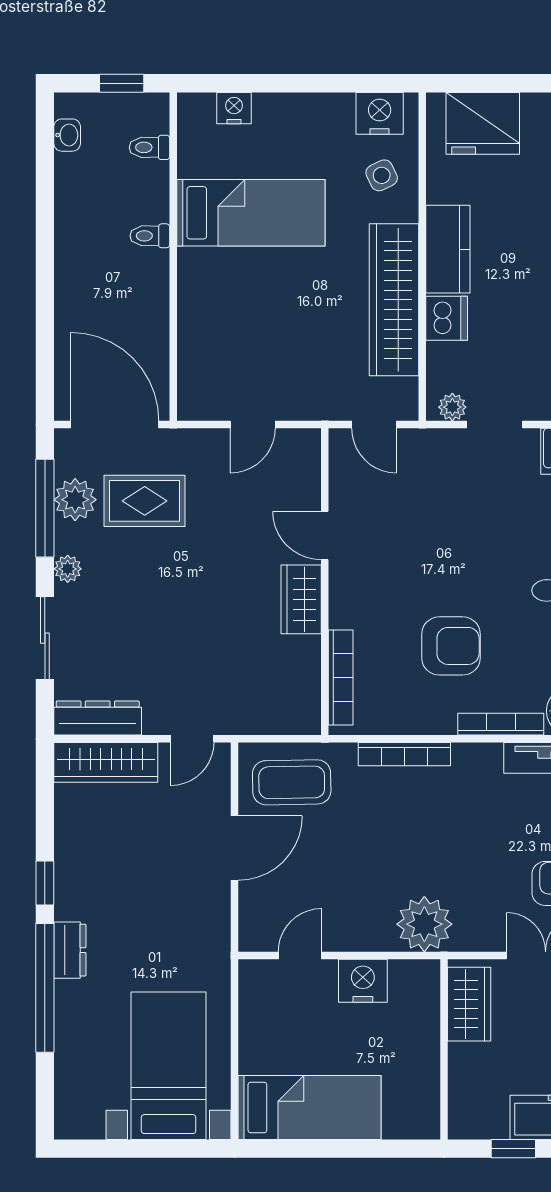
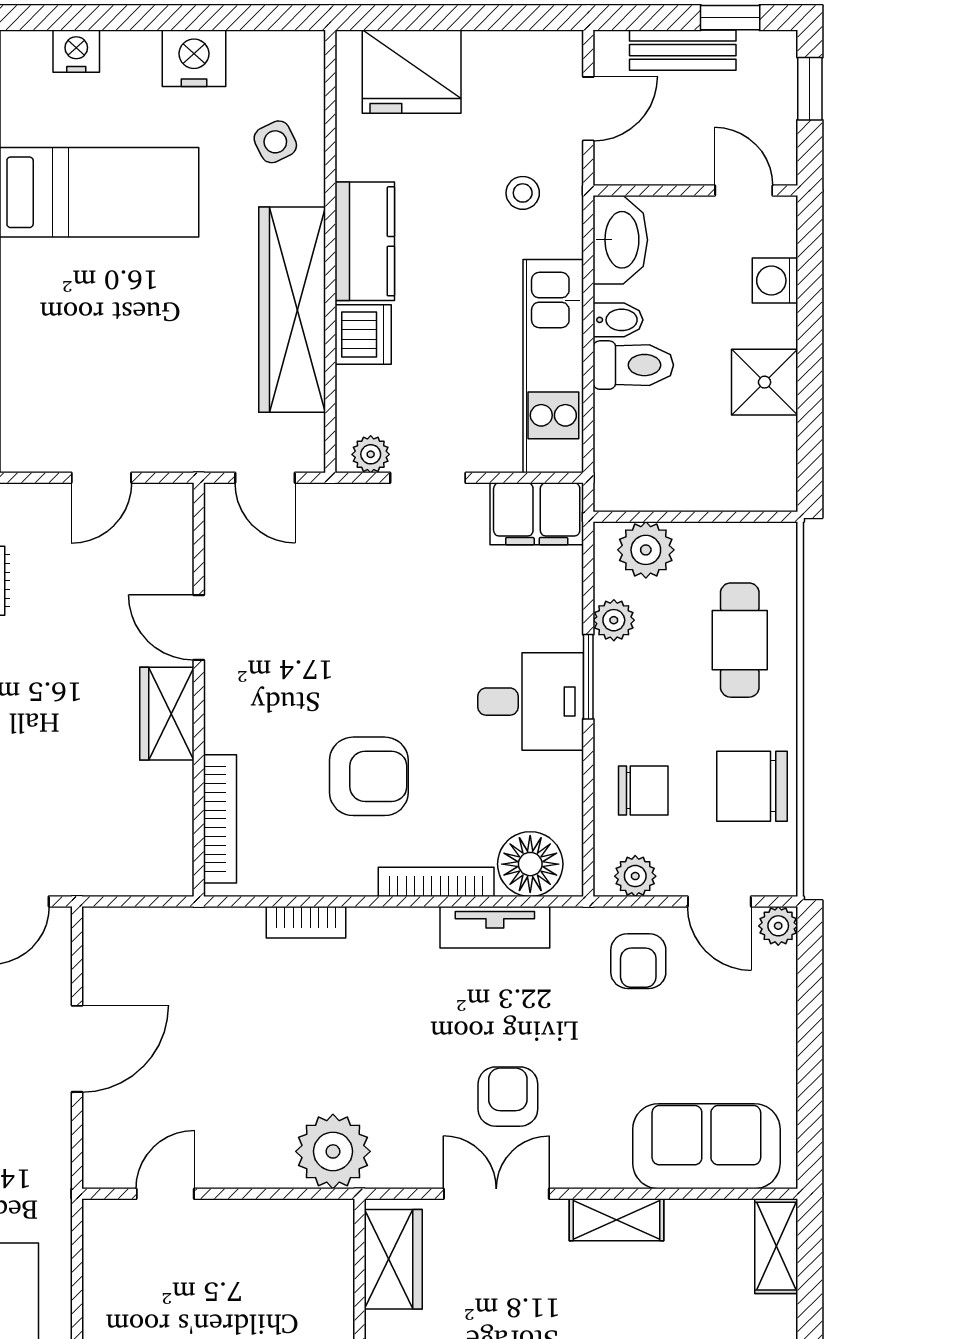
nightstand: (380, 113) -> (194, 58), moved
bookcase: (404, 754) -> (306, 922), width x0.64
coffee table: (292, 782) -> (154, 960), removed
nightstand: (363, 981) -> (250, 1228), removed

